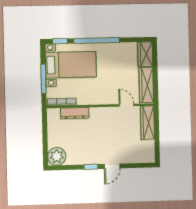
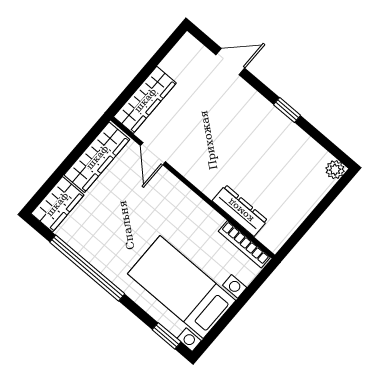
window: (97, 40) -> (87, 268), moved
window: (43, 79) -> (240, 302), removed
plant: (57, 156) -> (335, 170), width x0.53, depth x0.53
door: (112, 166) -> (230, 62), moved

